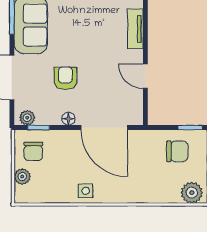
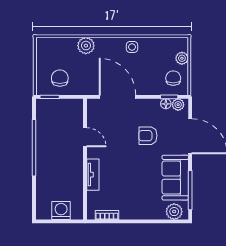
armchair: (65, 78) -> (148, 136), turned 90
floor lamp: (68, 119) -> (166, 104), moved
chair: (177, 151) -> (60, 78), turned 90
plant: (192, 193) -> (86, 46), moved

